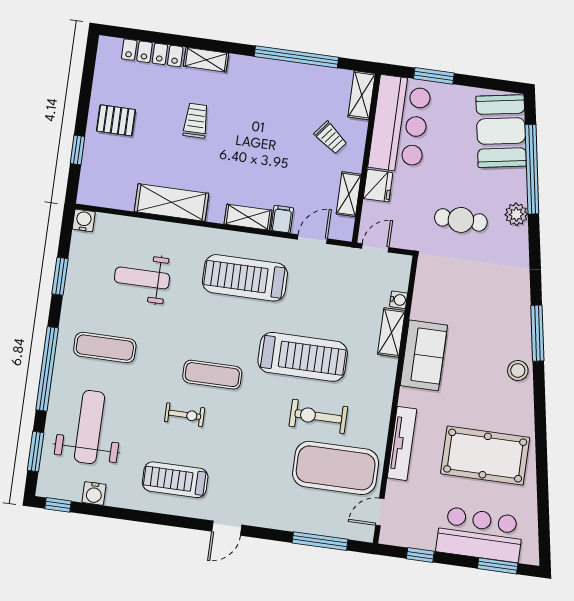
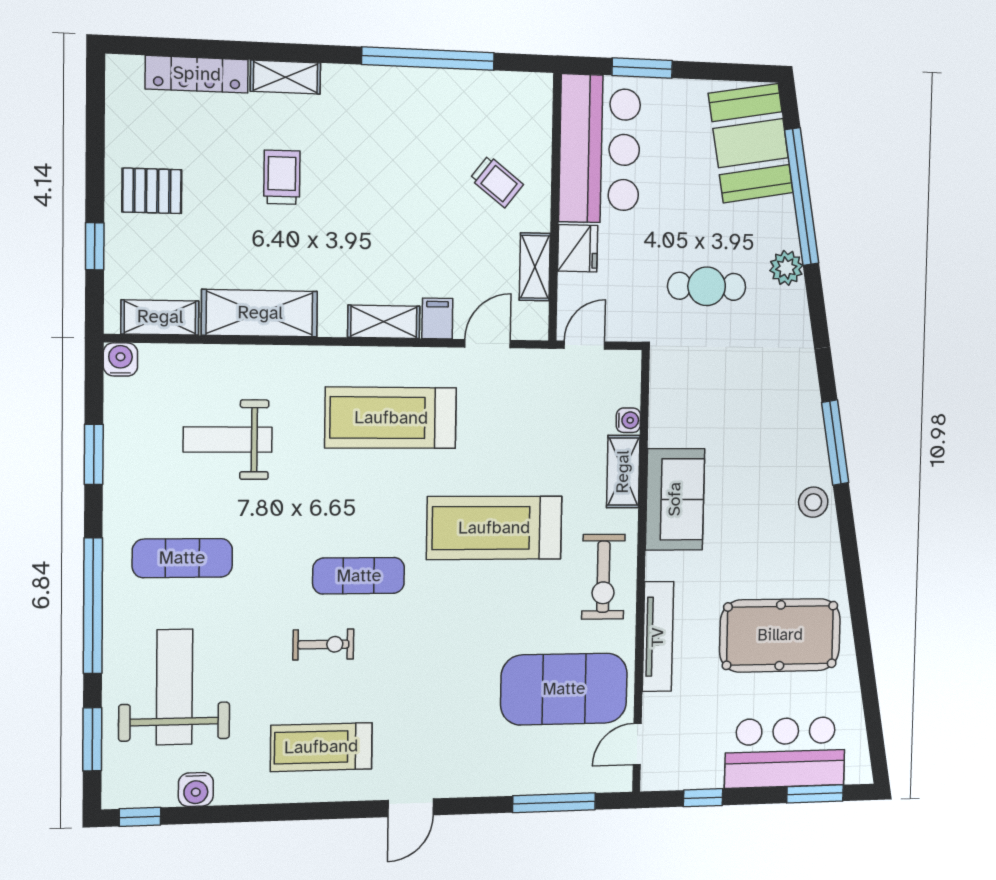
shelving: (362, 95) -> (160, 317), moved, turned 90
treadmill: (303, 357) -> (494, 528), turned 180
exercise bike: (318, 416) -> (603, 577), moved, turned -90

